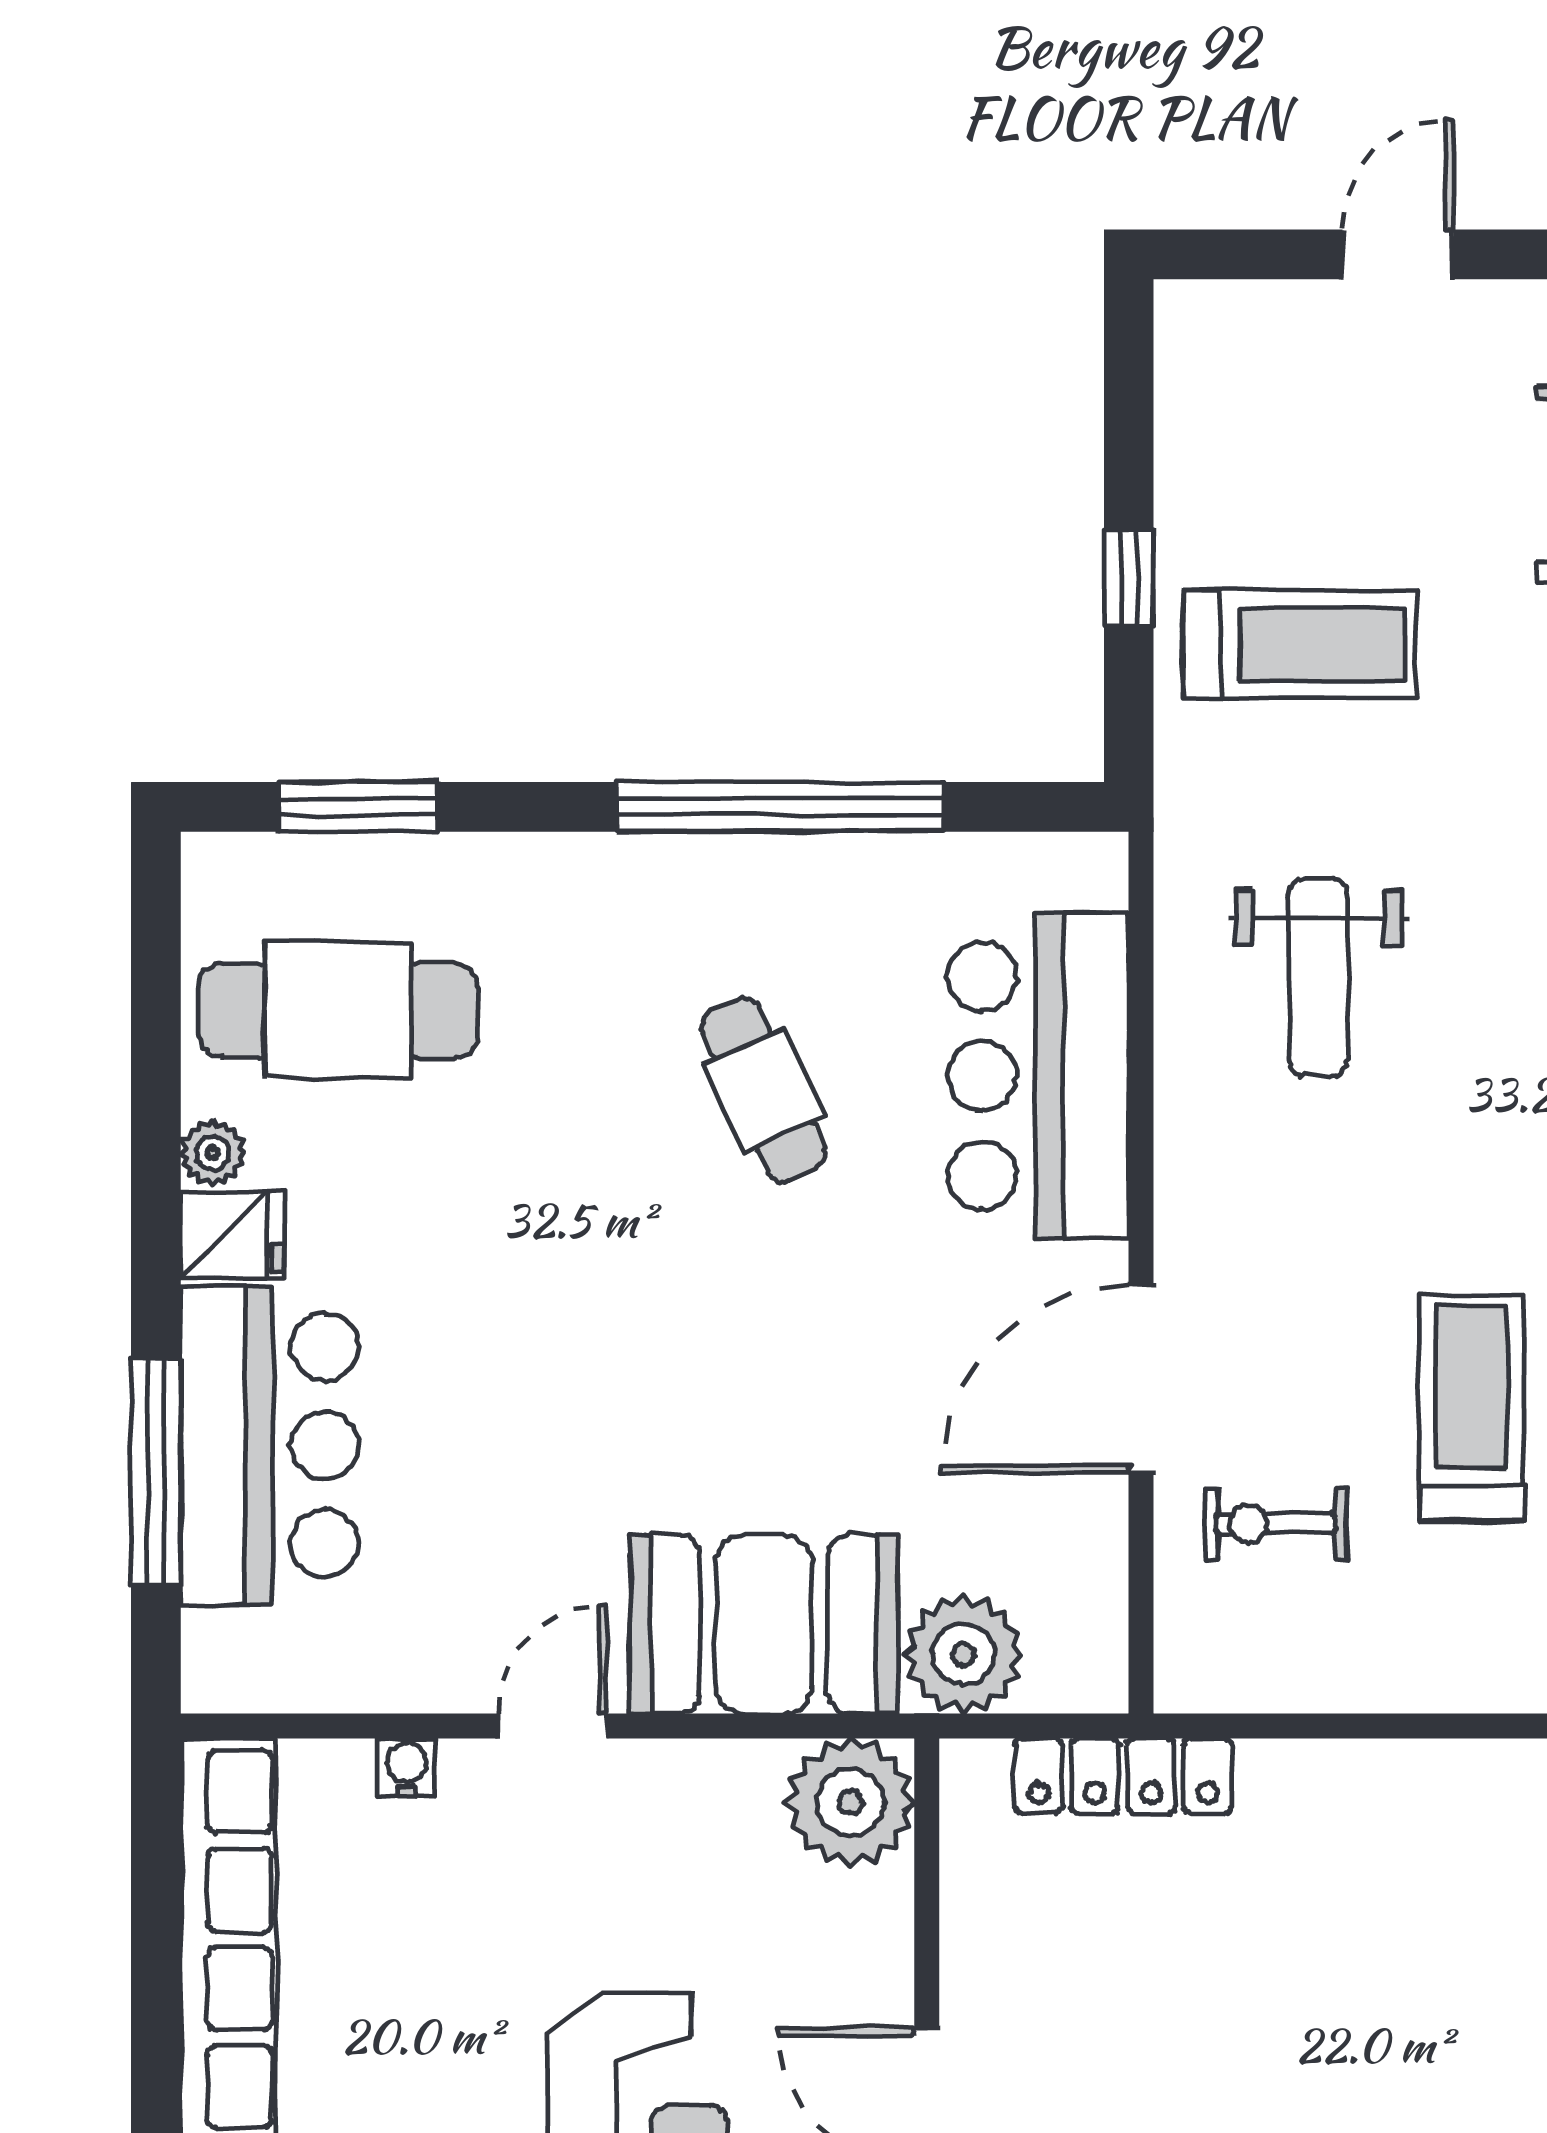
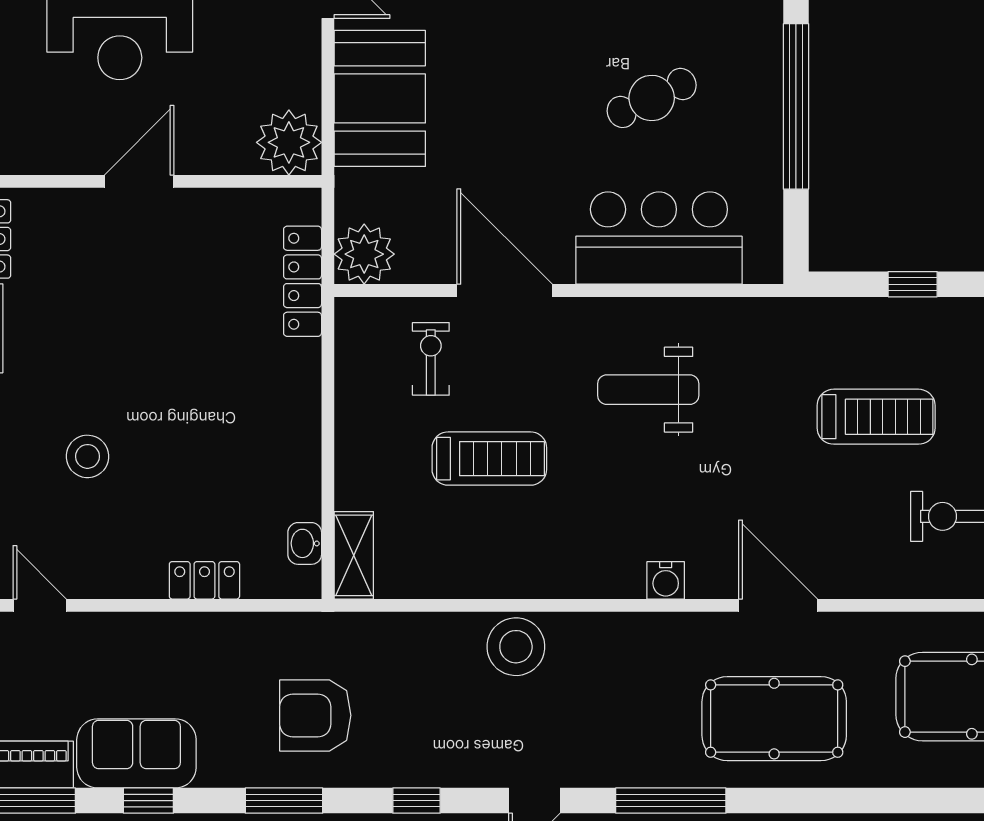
treadmill: (1299, 644) -> (876, 417), moved, turned -90
weight bench: (1318, 978) -> (648, 390), moved
plant: (963, 1655) -> (364, 254), moved

